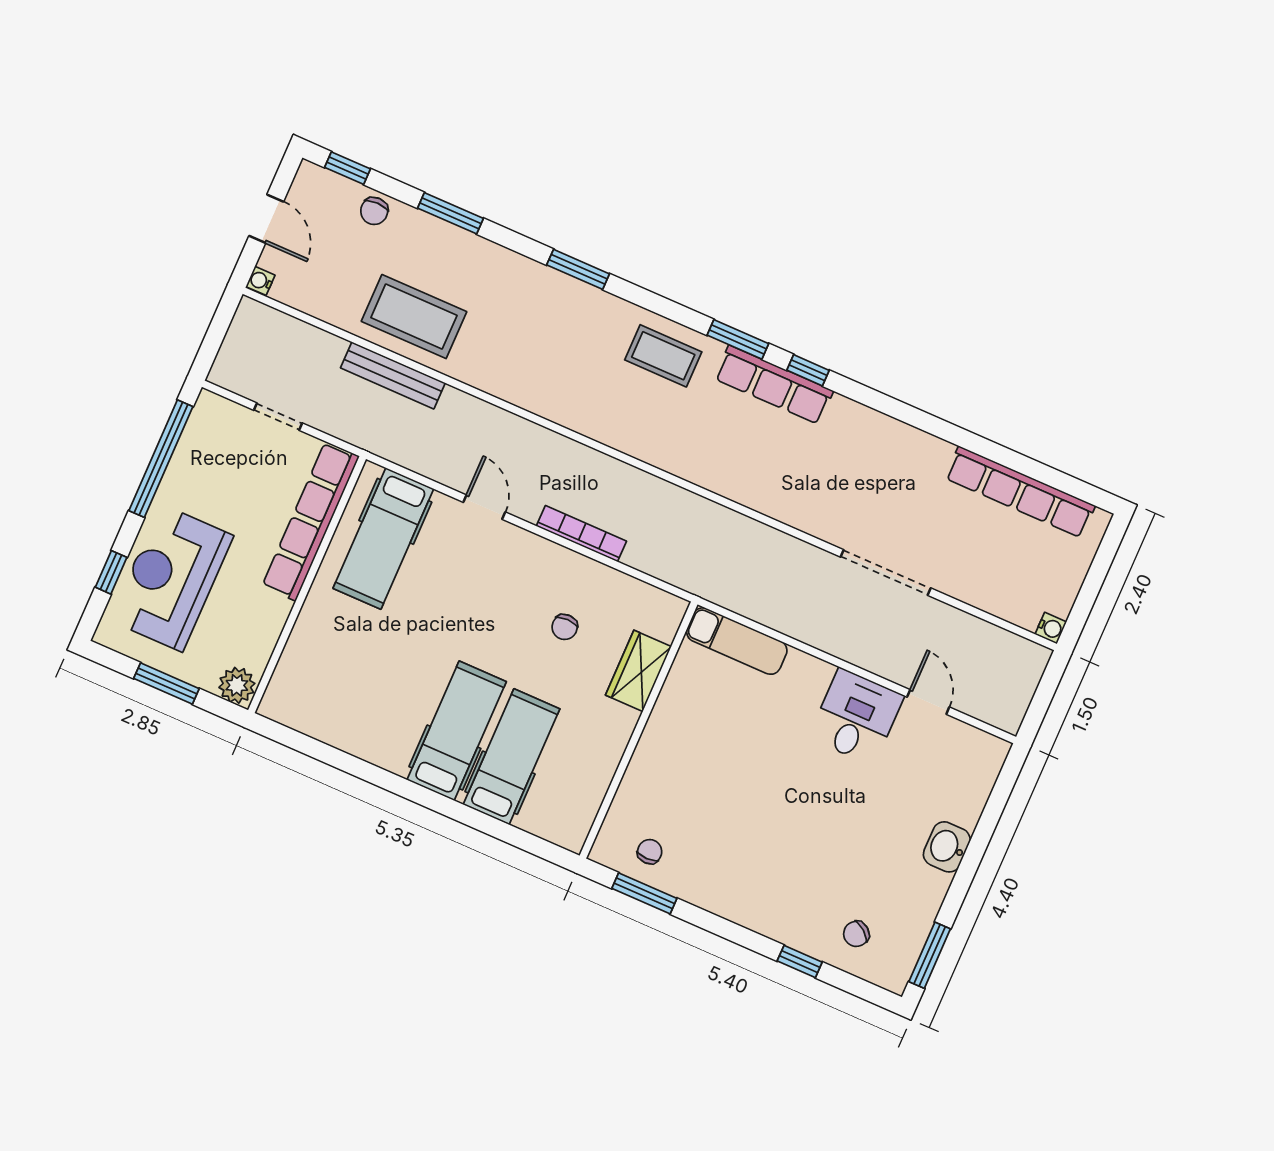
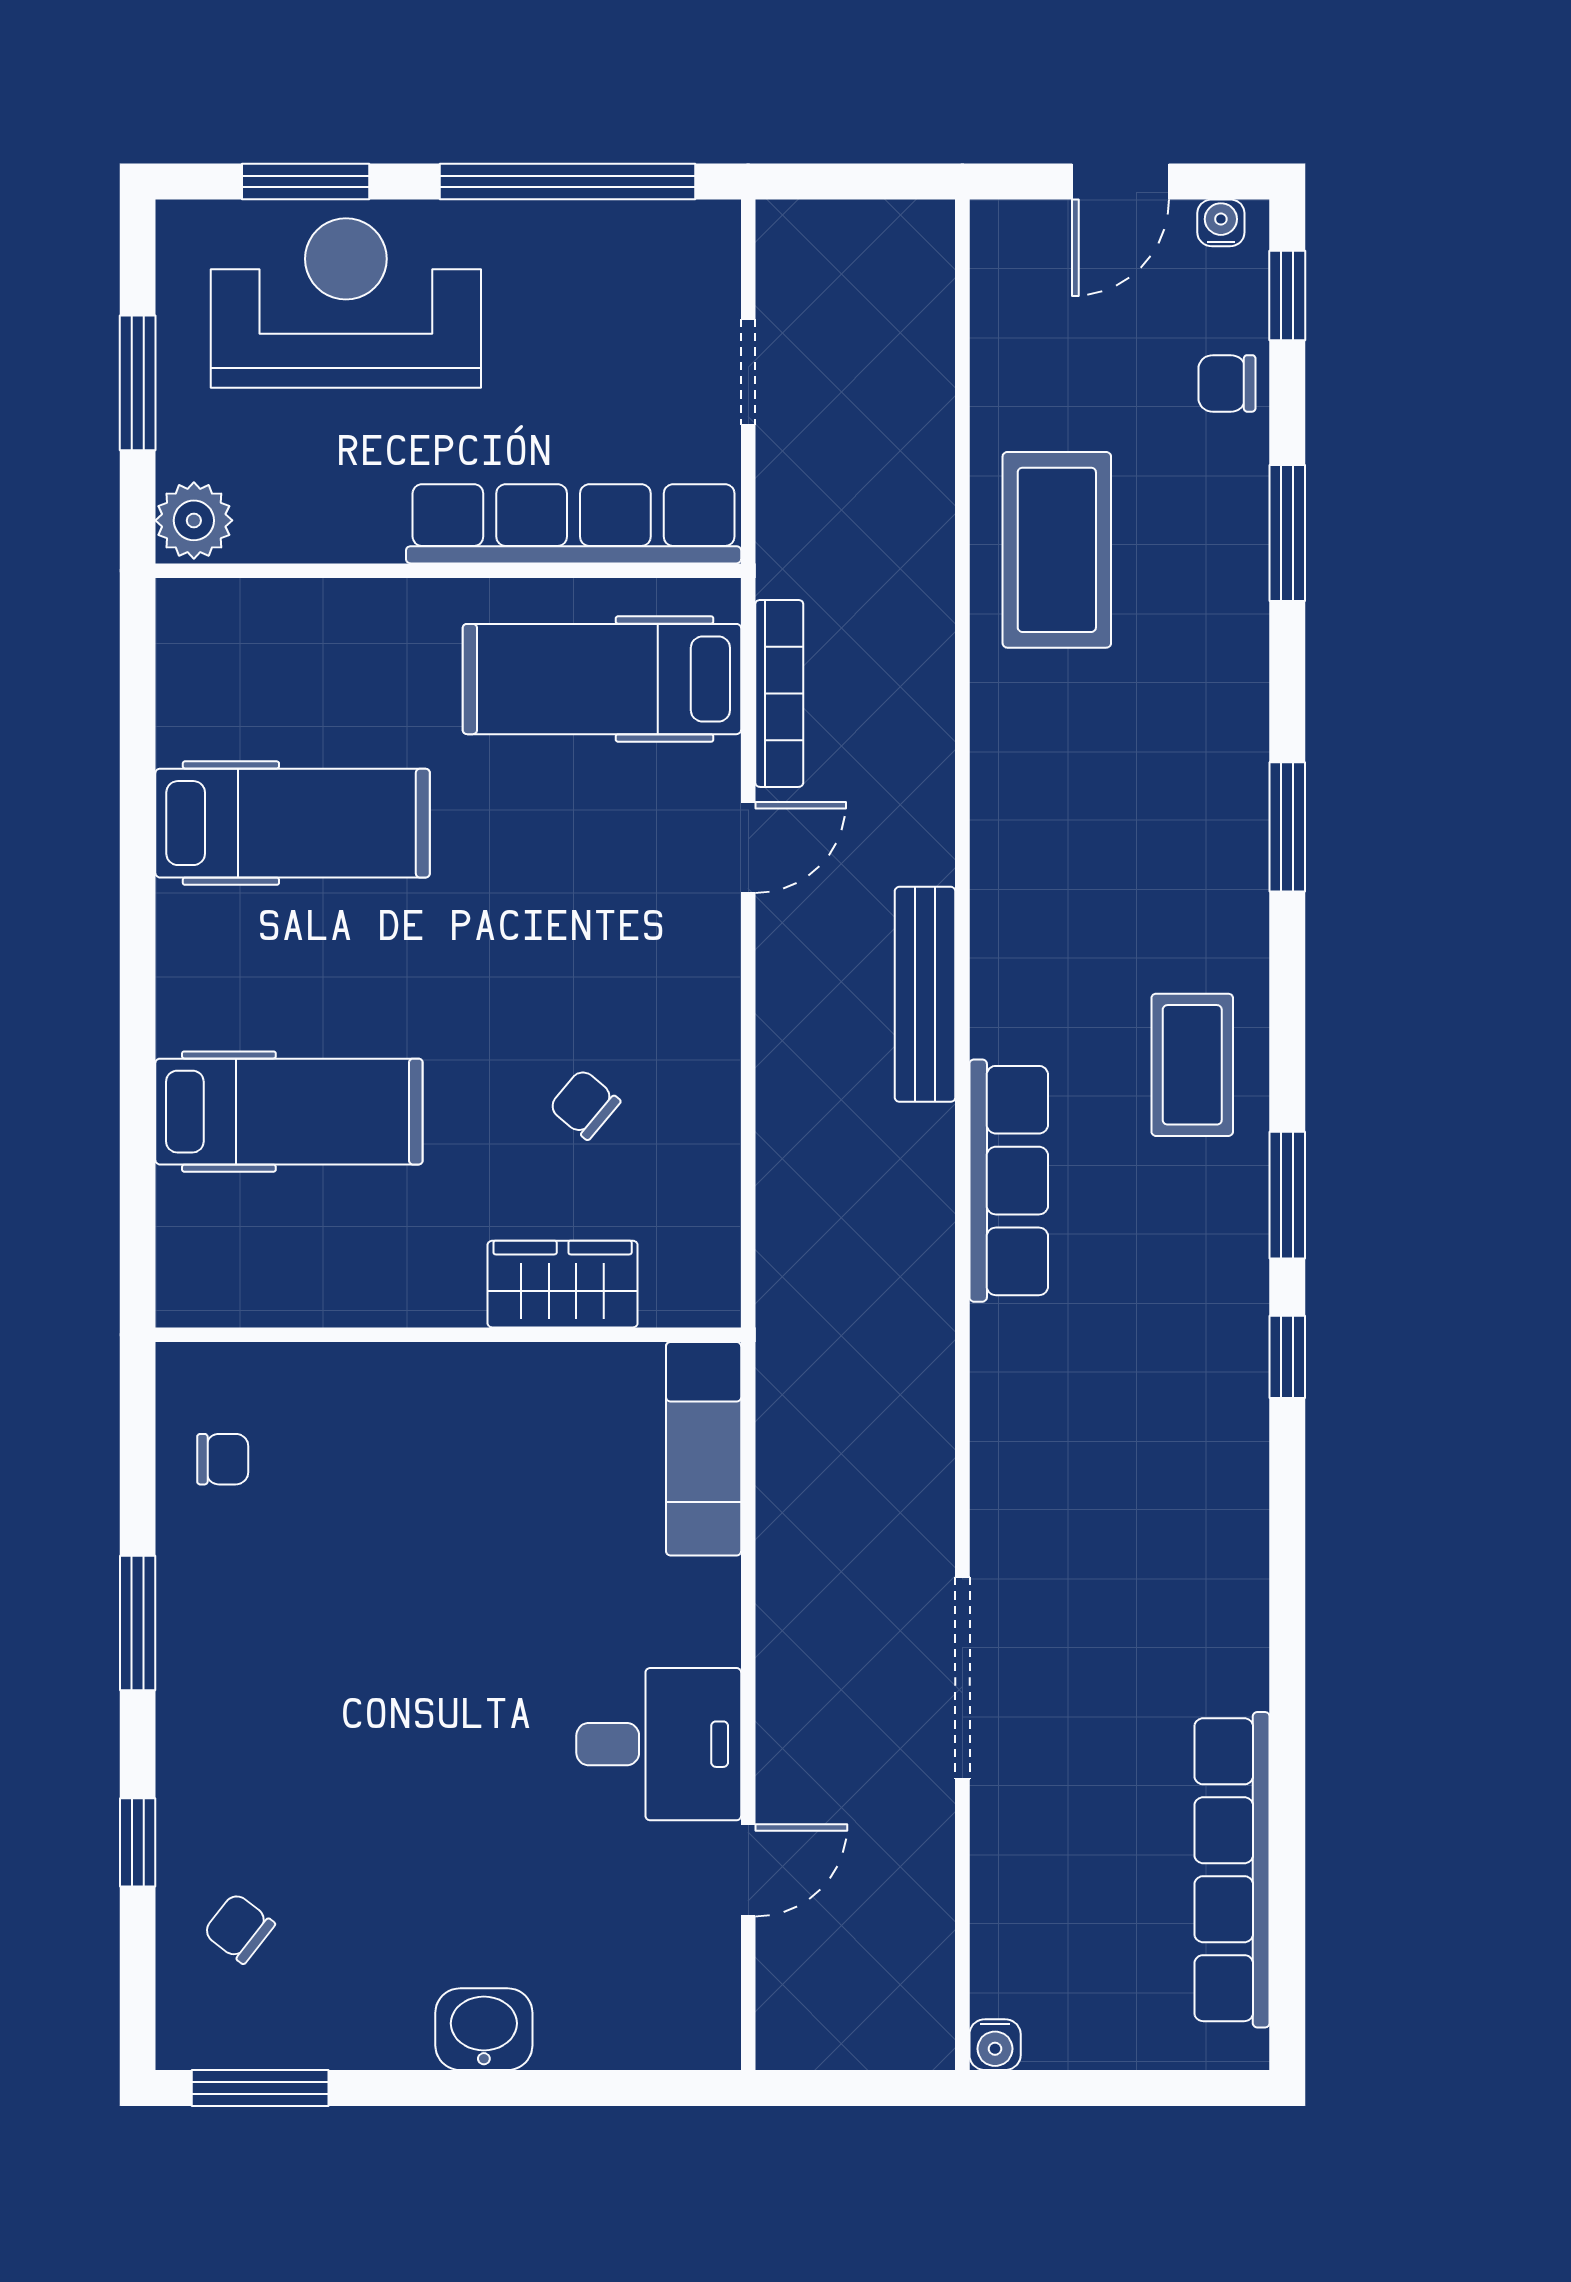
water cooler: (260, 281) -> (1221, 223), moved
bench: (393, 375) -> (925, 994), moved
row of seats: (774, 385) -> (1009, 1181), moved, turned 180
bookcase: (581, 534) -> (779, 693), moved
window: (111, 572) -> (306, 181), width x1.50
chair: (565, 627) -> (585, 1104), turned 40
hospital bed: (457, 731) -> (293, 823), moved
window: (644, 893) -> (138, 1623), moved

